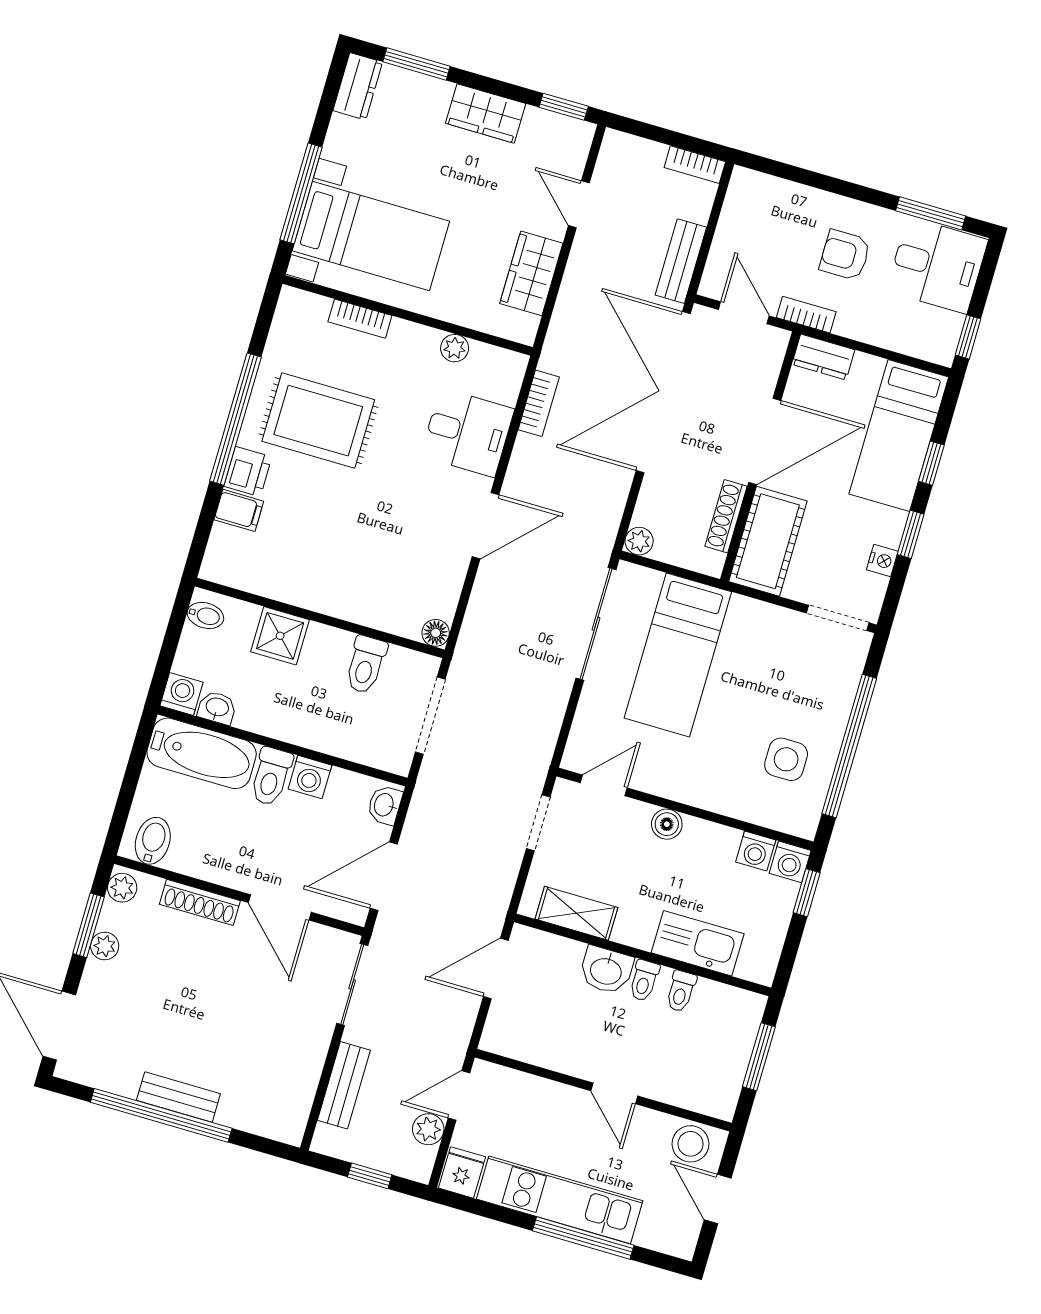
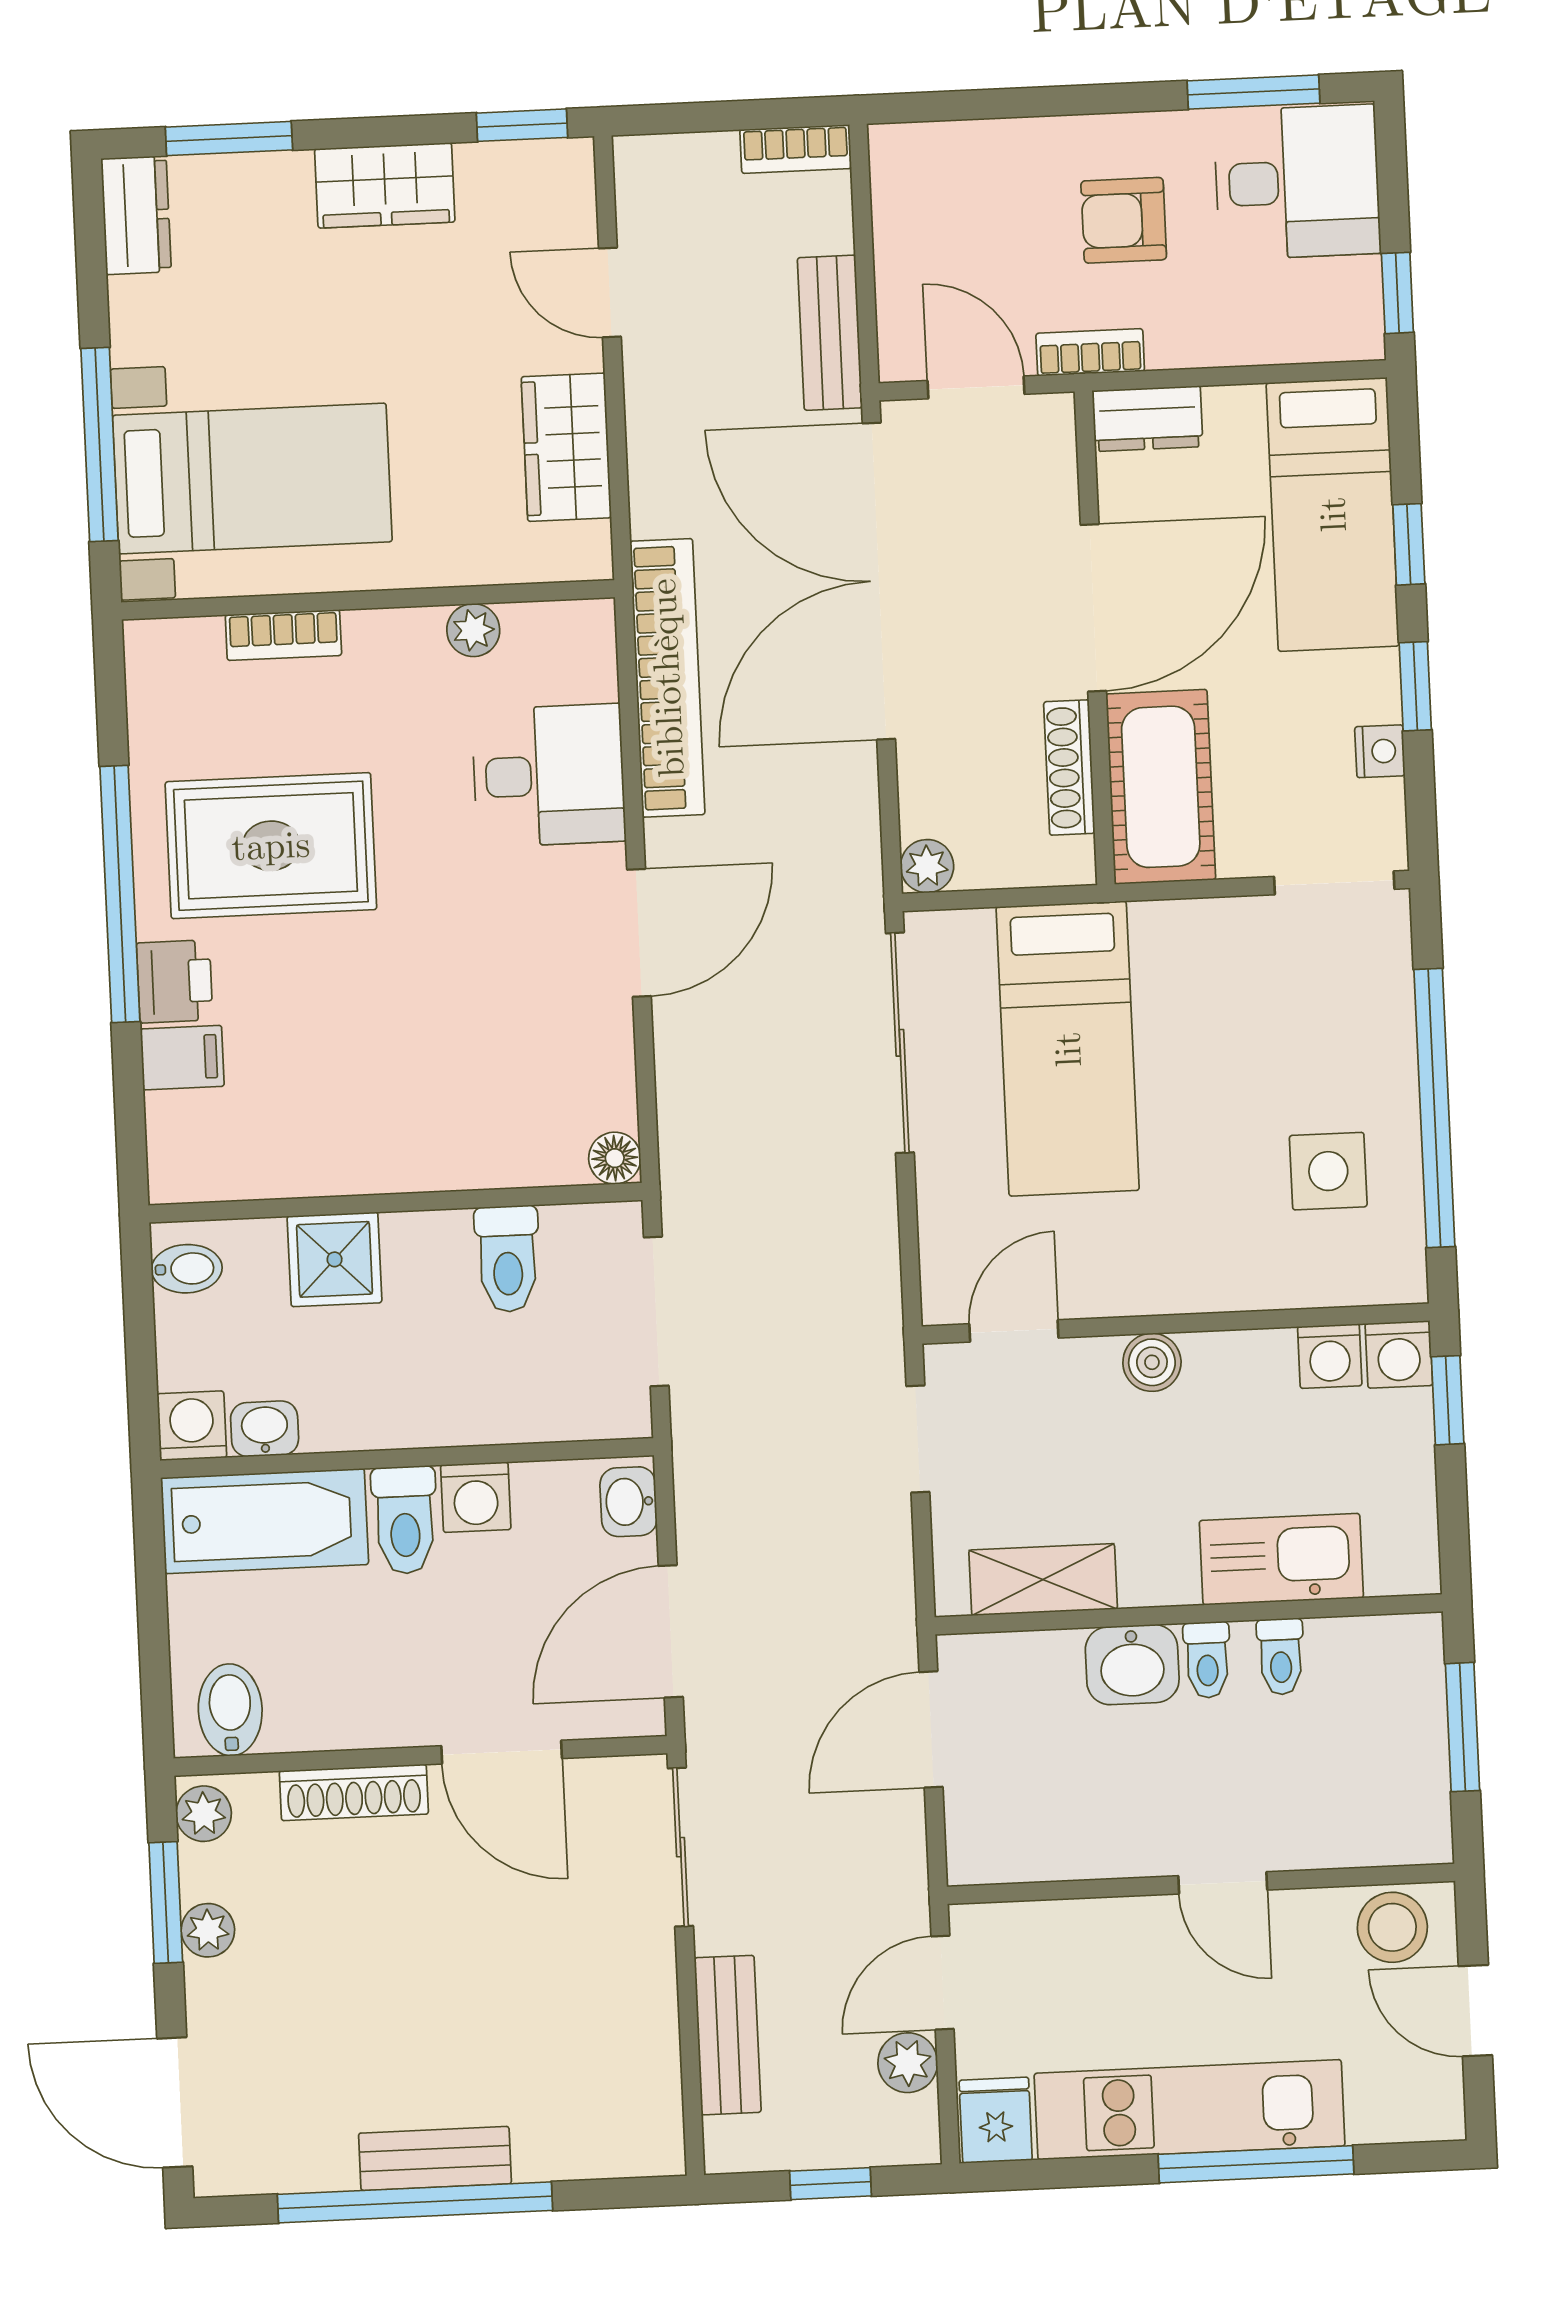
bookcase: (539, 403) -> (667, 678), width x2.31, depth x1.31

